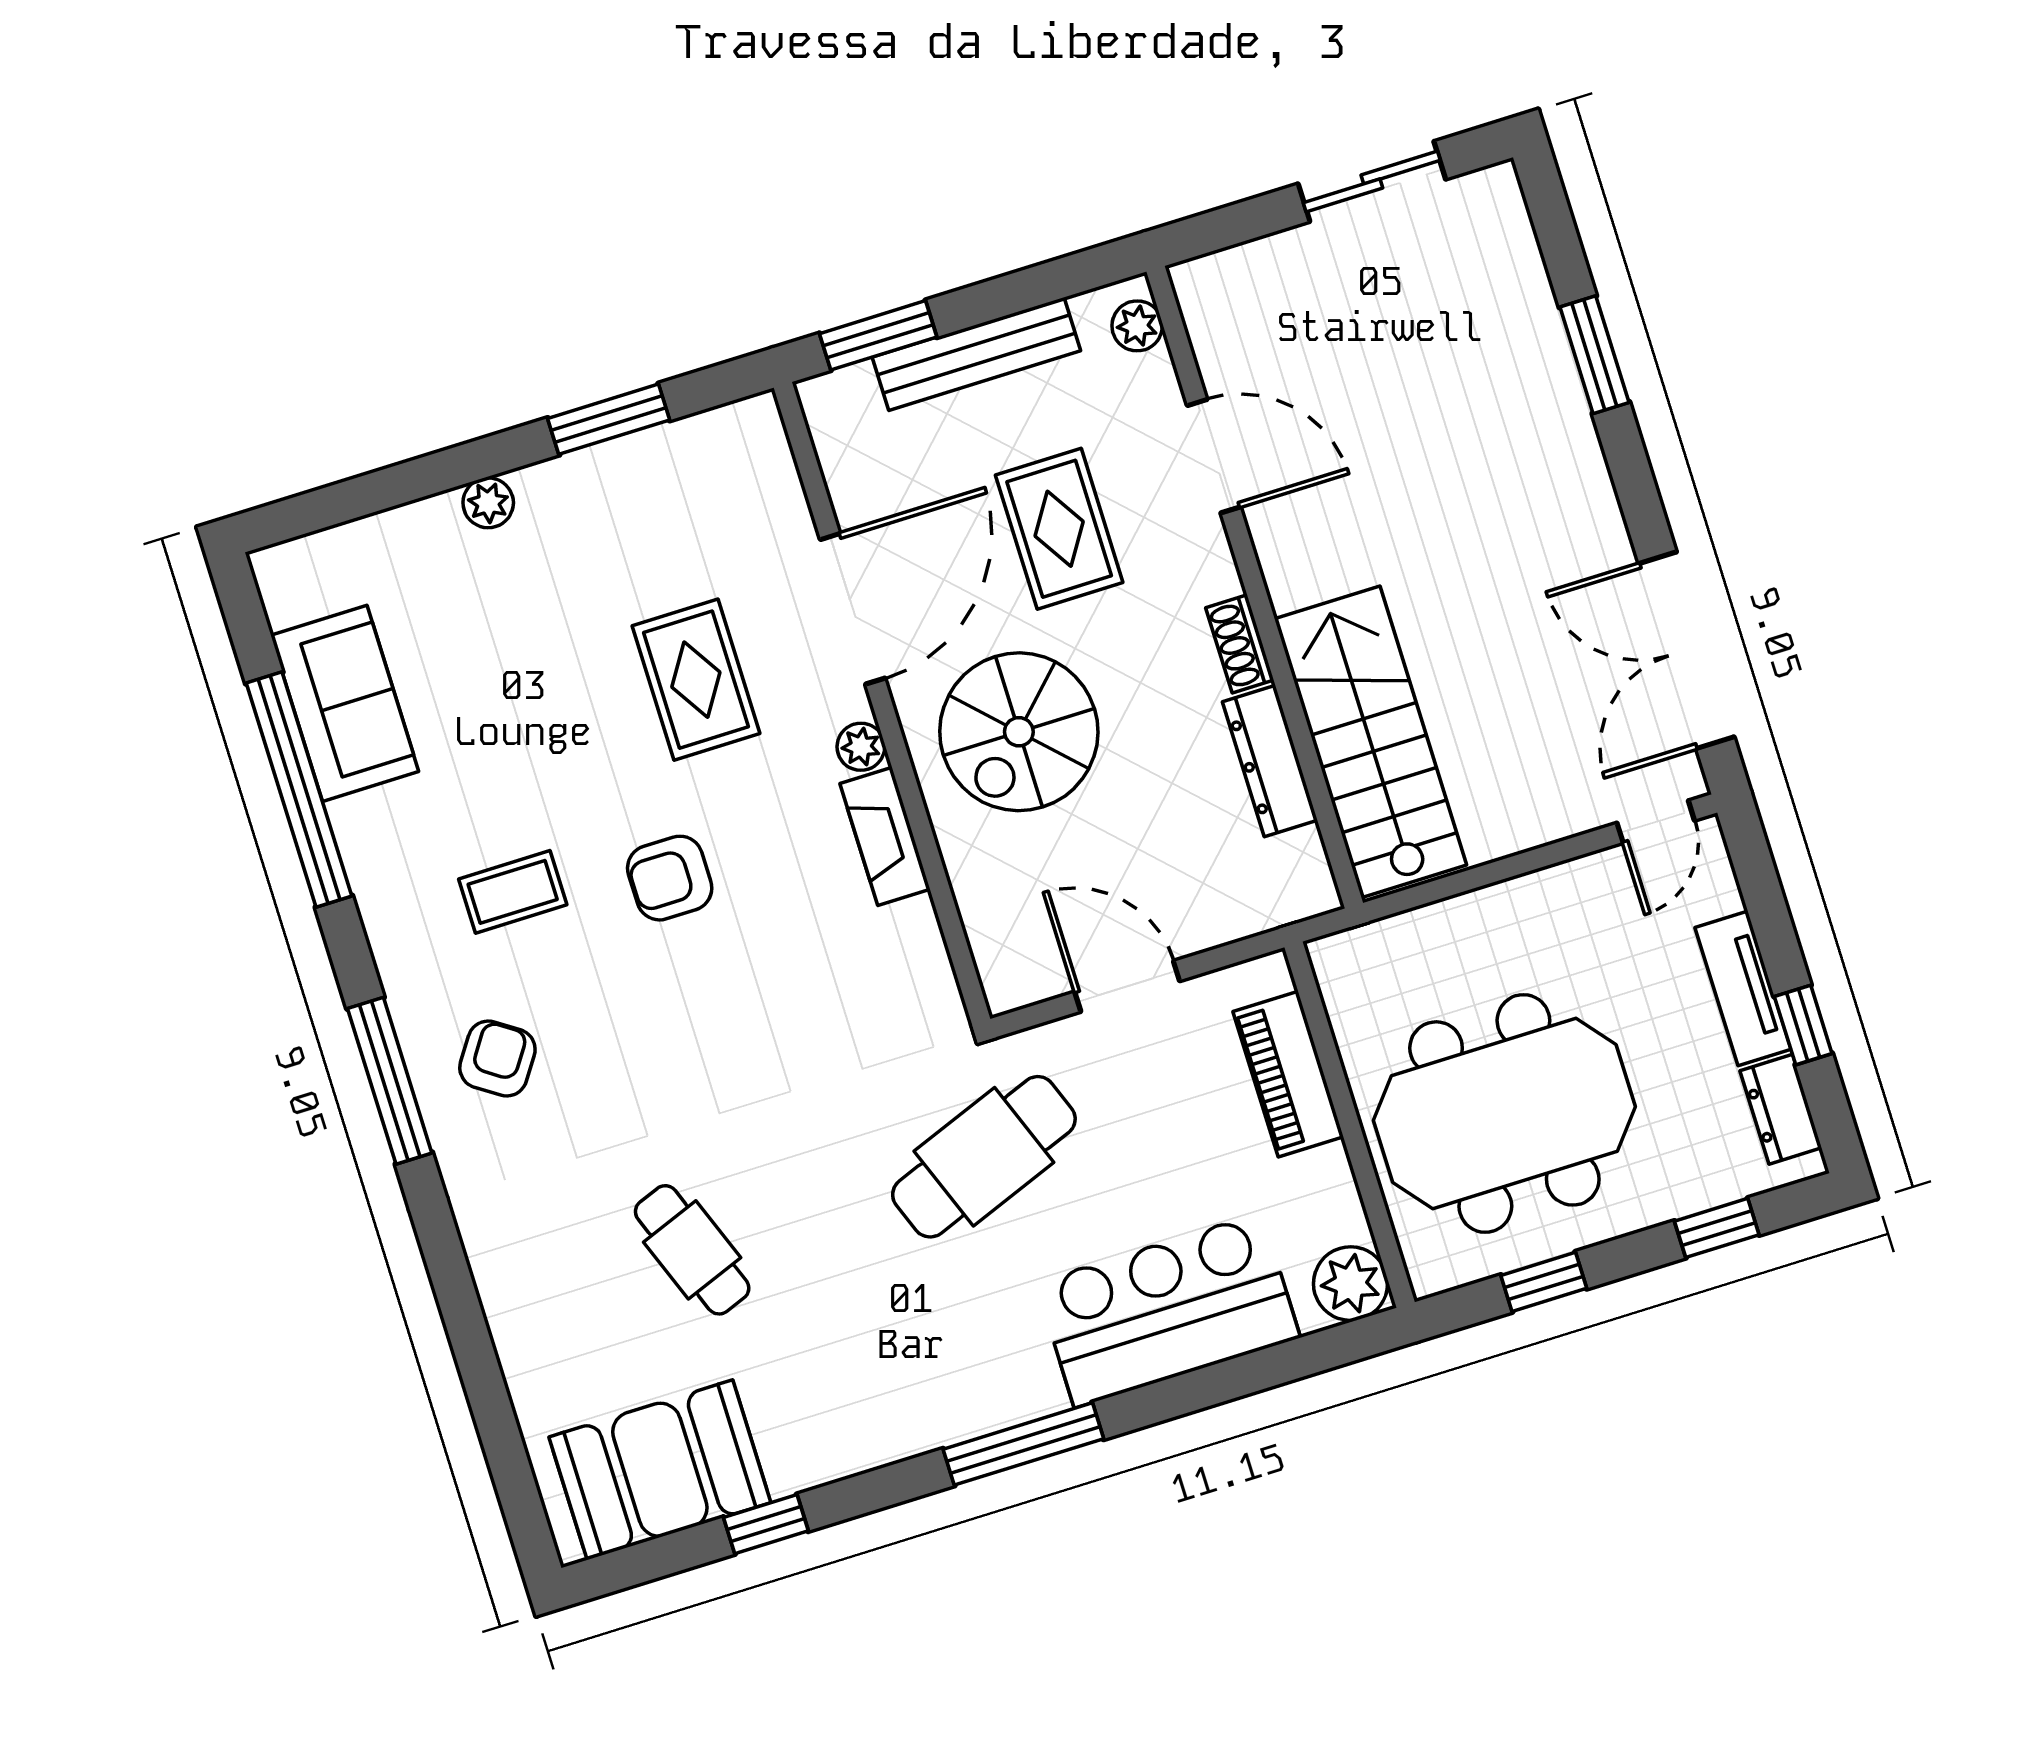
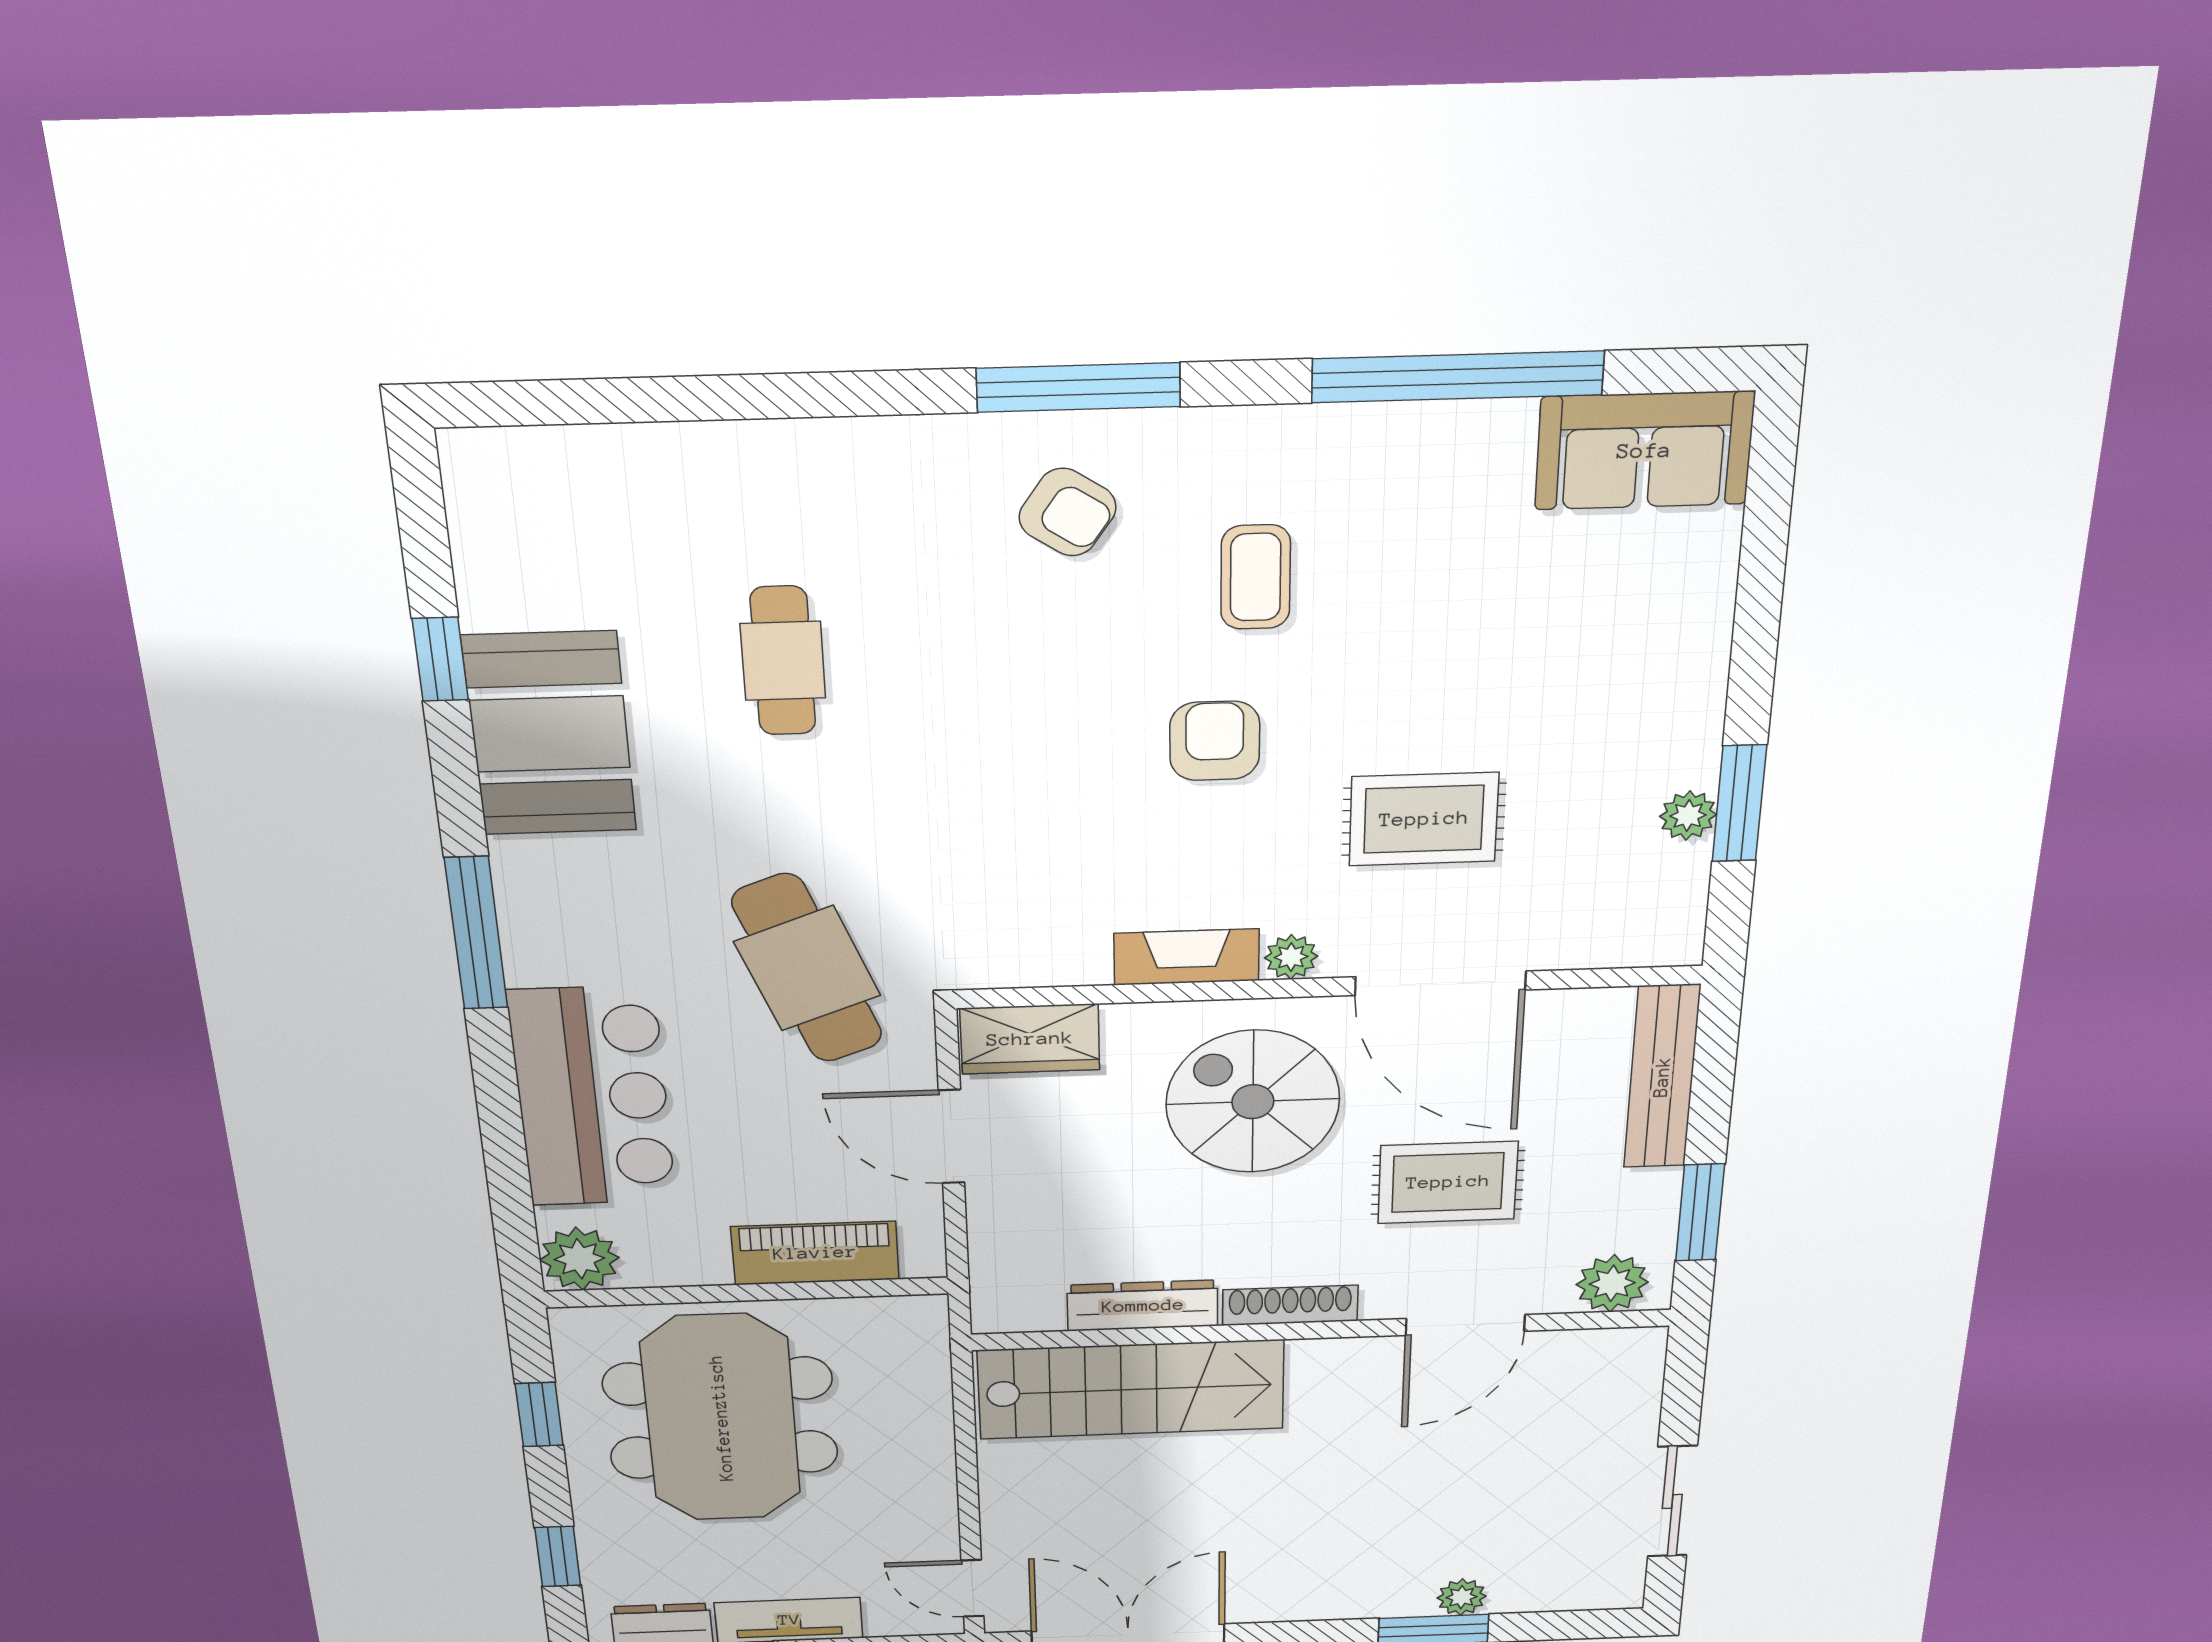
plant: (1137, 326) -> (1612, 1283), width x1.38, depth x1.38
window: (878, 335) -> (1700, 1213), moved
plant: (1545, 342) -> (1462, 1597), added
bench: (976, 354) -> (1662, 1077), moved
plant: (488, 503) -> (1688, 816), moved
shoe rack: (1240, 644) -> (1290, 1305), width x1.43
sofa: (345, 703) -> (1644, 451), moved
wardrobe: (1005, 946) -> (1030, 1039), added
door: (1127, 986) -> (951, 1137), swing flipped
cafe table: (692, 1250) -> (783, 661), turned -69
booth: (660, 1470) -> (550, 734), moved

